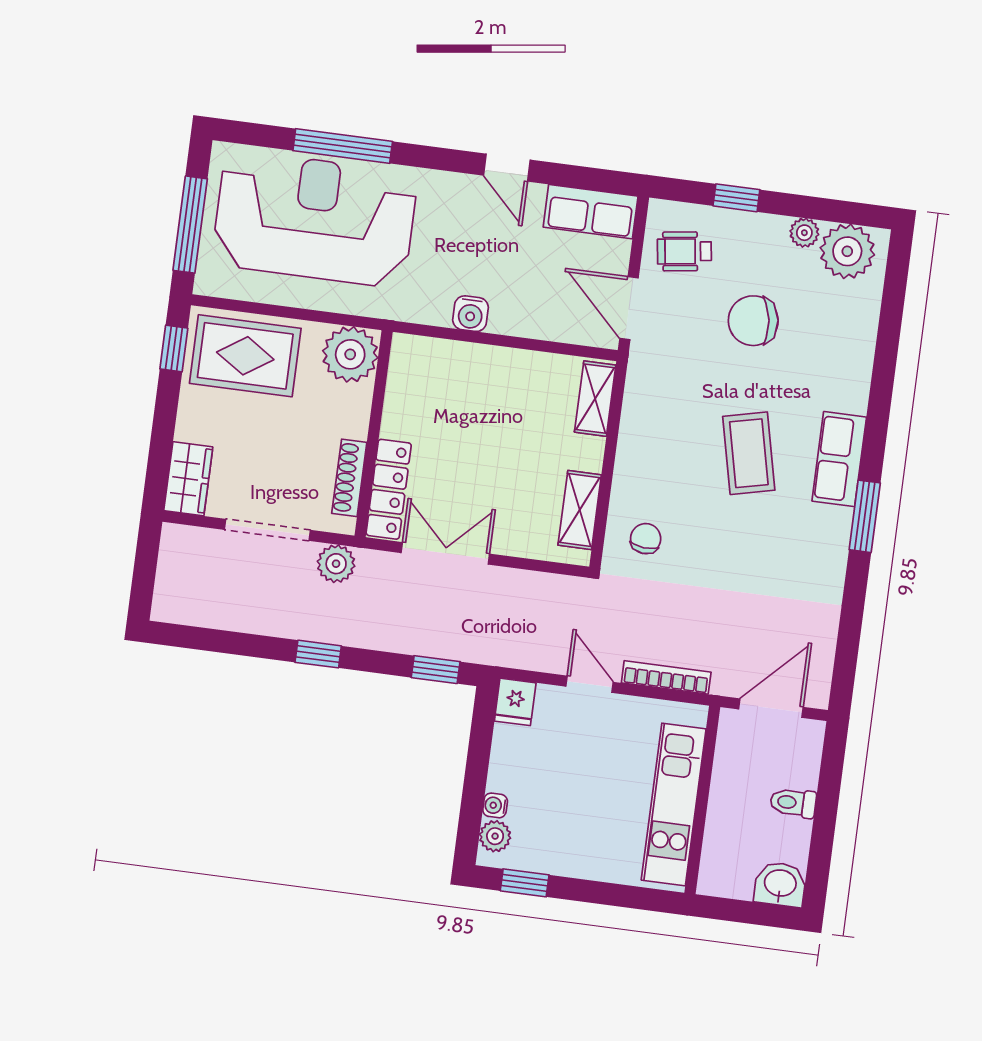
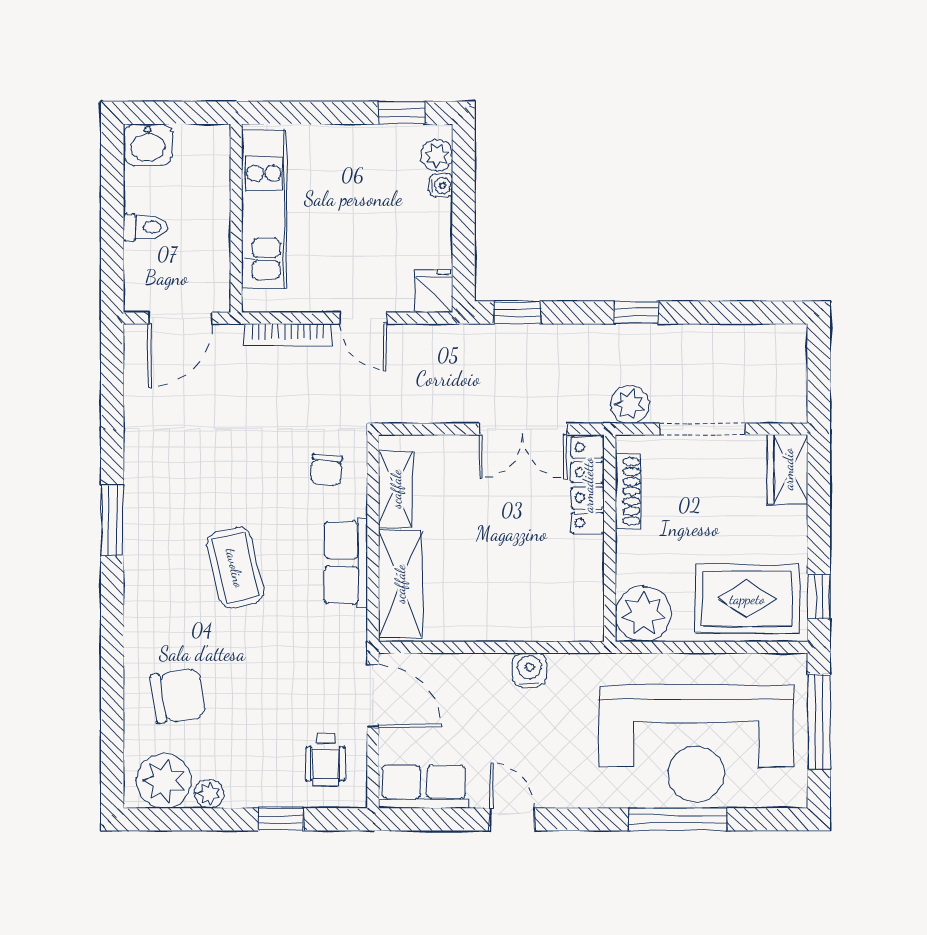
wheelchair: (684, 251) -> (325, 759), turned 98
chair: (753, 321) -> (178, 696), moved
shelving: (595, 399) -> (400, 584), width x1.50, depth x1.33
row of seats: (839, 459) -> (346, 563), moved, turned 180

